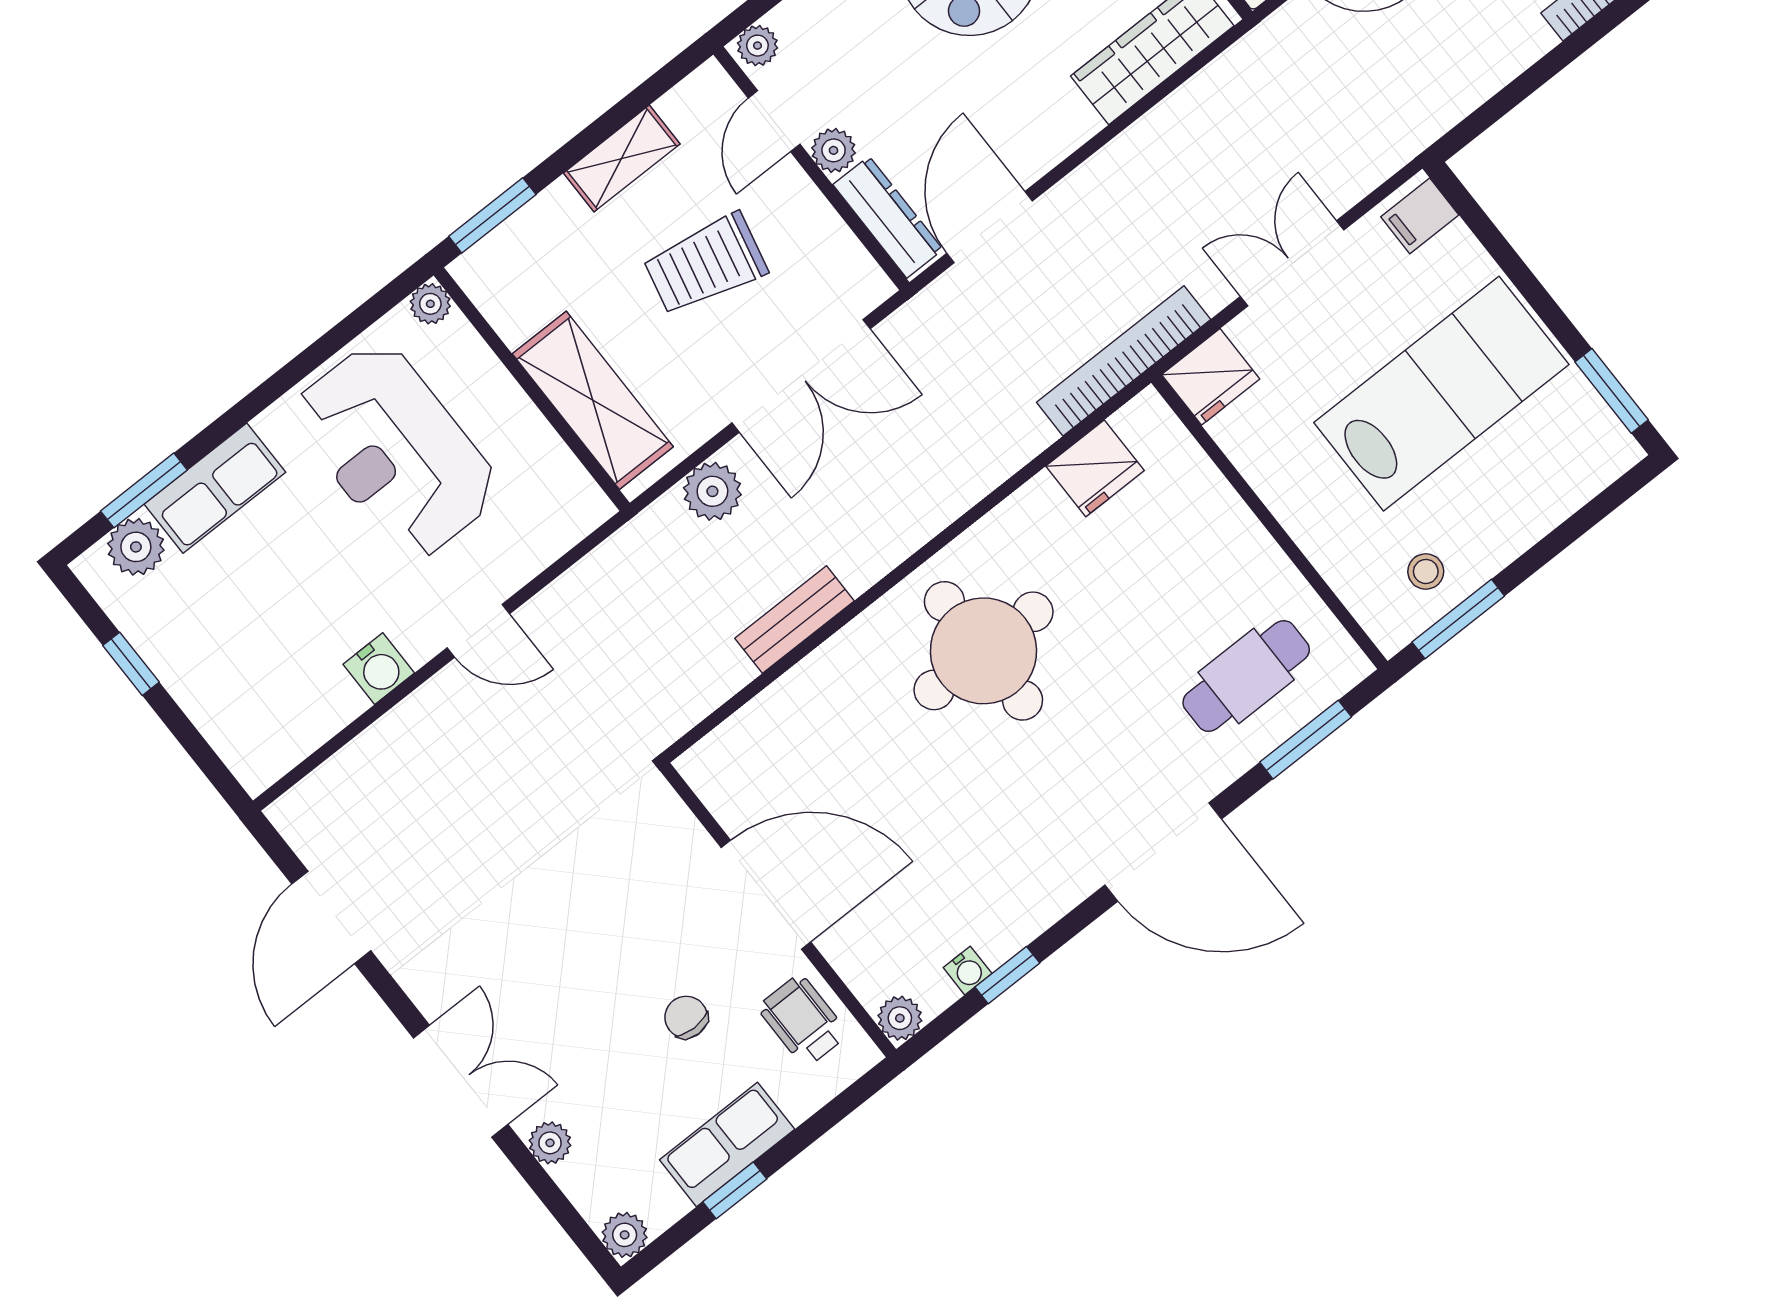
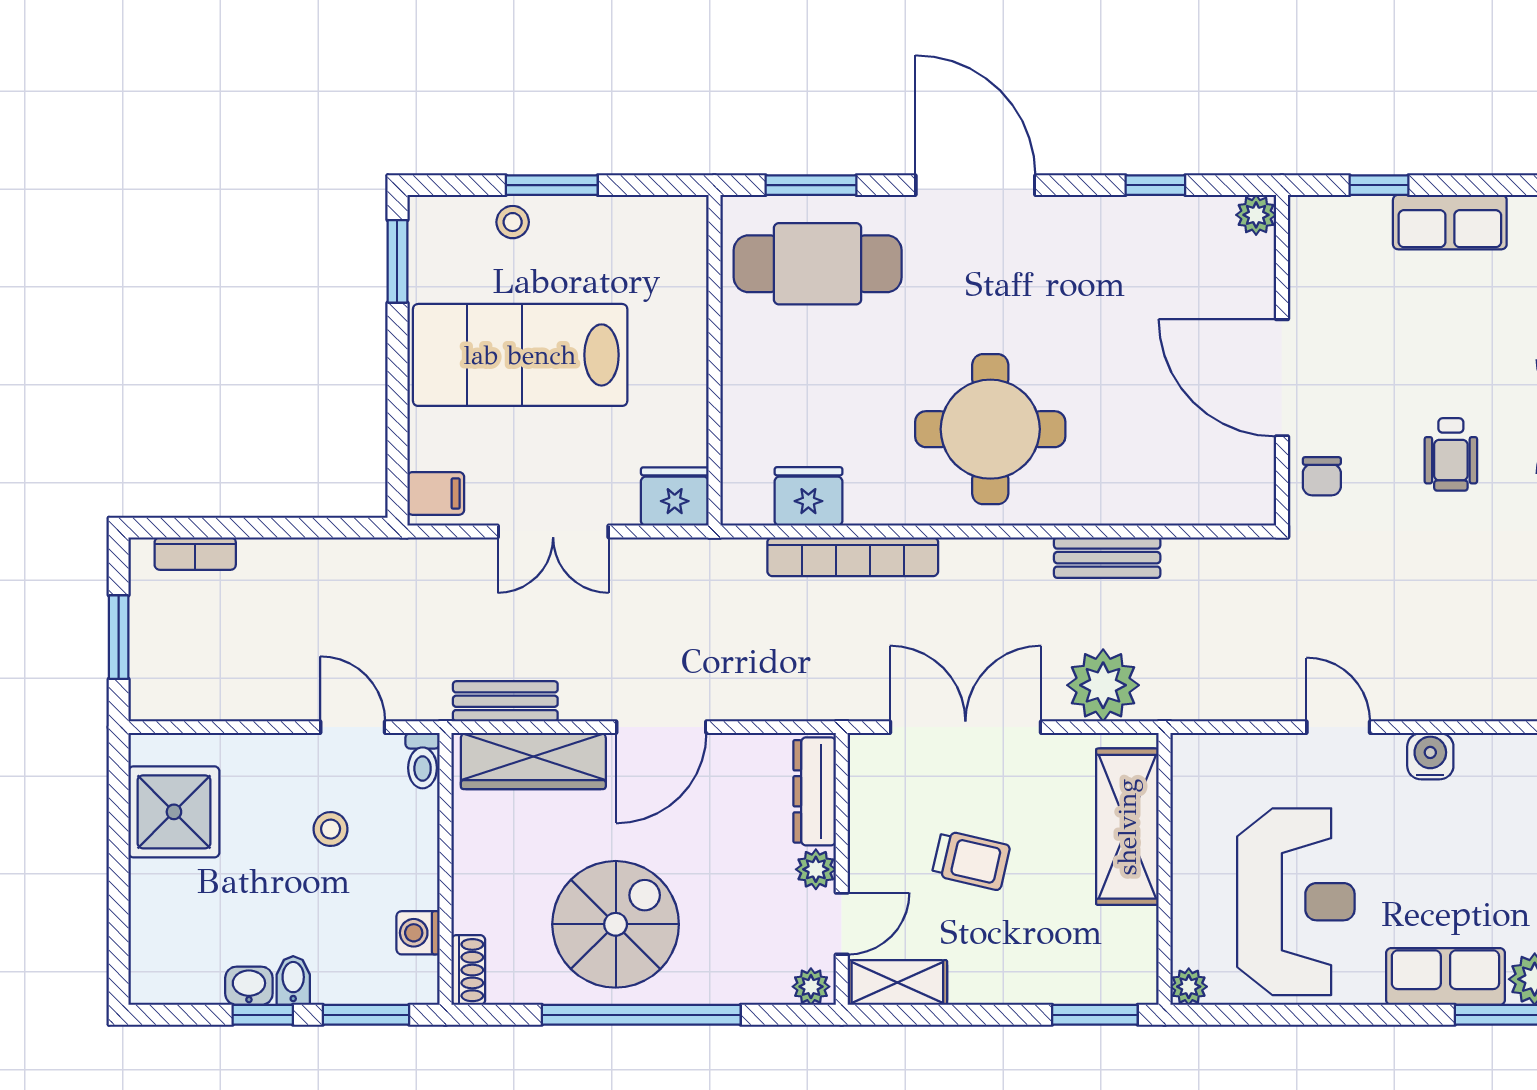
bench: (1217, 84) -> (505, 701), added
shelving: (622, 158) -> (897, 983), moved
door: (989, 227) -> (661, 727), moved
trolley: (705, 264) -> (971, 860), width x0.73, depth x0.72
bookcase: (1124, 361) -> (853, 557), moved
plant: (712, 491) -> (1103, 685), width x1.36, depth x1.36
stool: (1426, 571) -> (513, 222), moved
window: (1458, 619) -> (552, 185), moved
cafe table: (1246, 676) -> (818, 264), width x1.37, depth x1.35
water cooler: (968, 971) -> (1181, 211), removed
chair: (686, 1017) -> (1322, 476), moved
wheelchair: (803, 1021) -> (1451, 454), moved
window: (735, 1190) -> (1379, 185), moved

